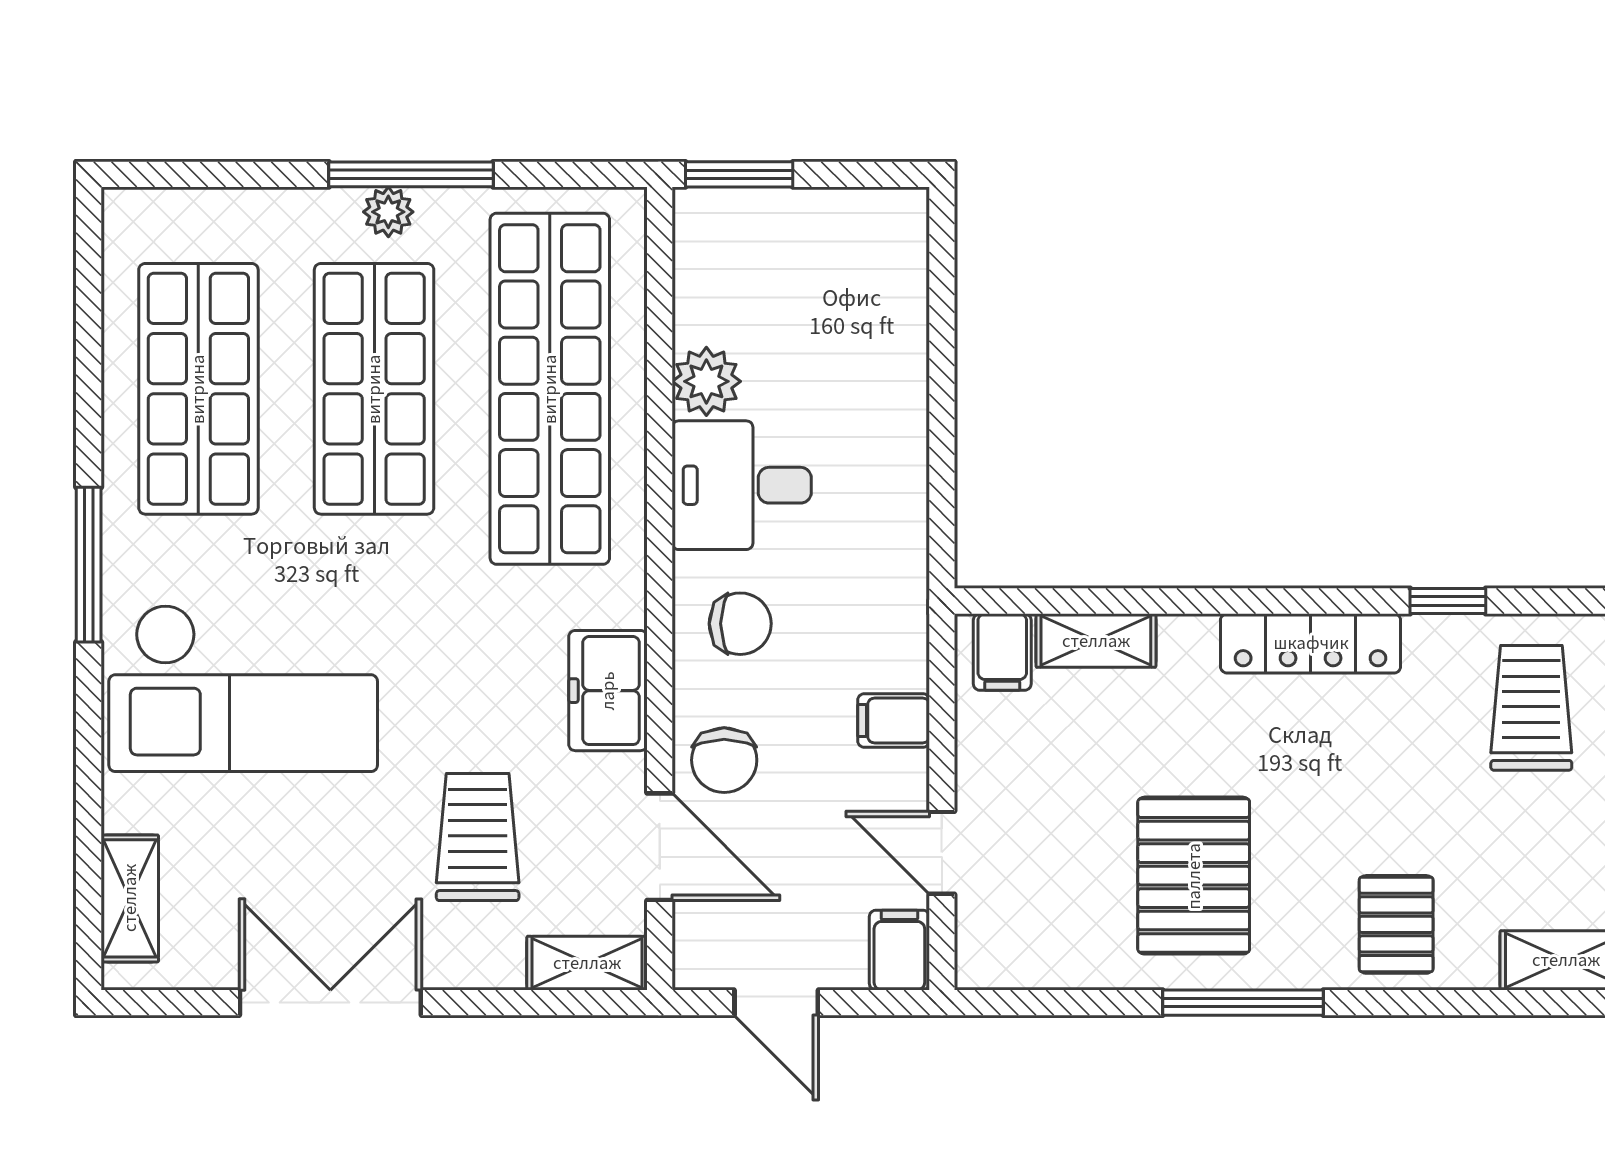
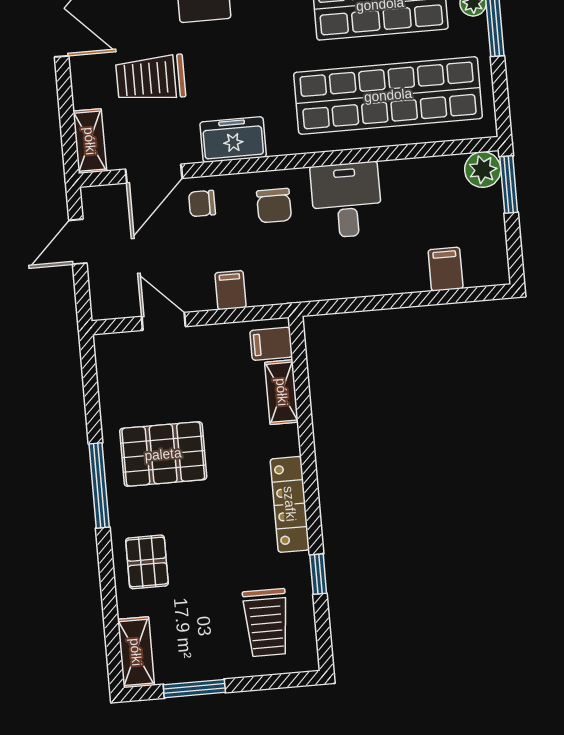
plant: (706, 381) -> (483, 170), moved
trolley: (1531, 708) -> (266, 623), turned 90
chair: (724, 760) -> (202, 203), width x0.73, depth x0.73
trolley: (478, 837) -> (151, 78), turned 180
door: (942, 853) -> (164, 321), hinge flipped
pallet: (1396, 924) -> (147, 562), turned 90
filing cabinet: (899, 950) -> (446, 269), moved, turned -90

